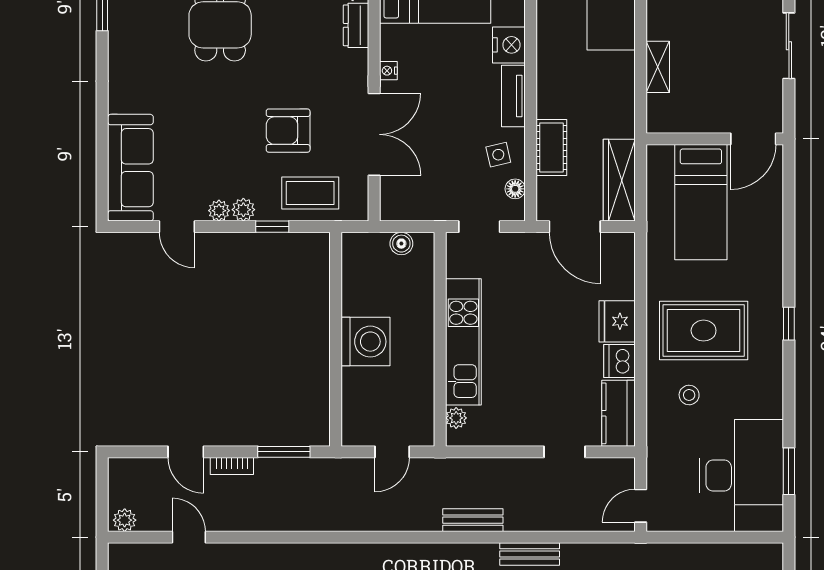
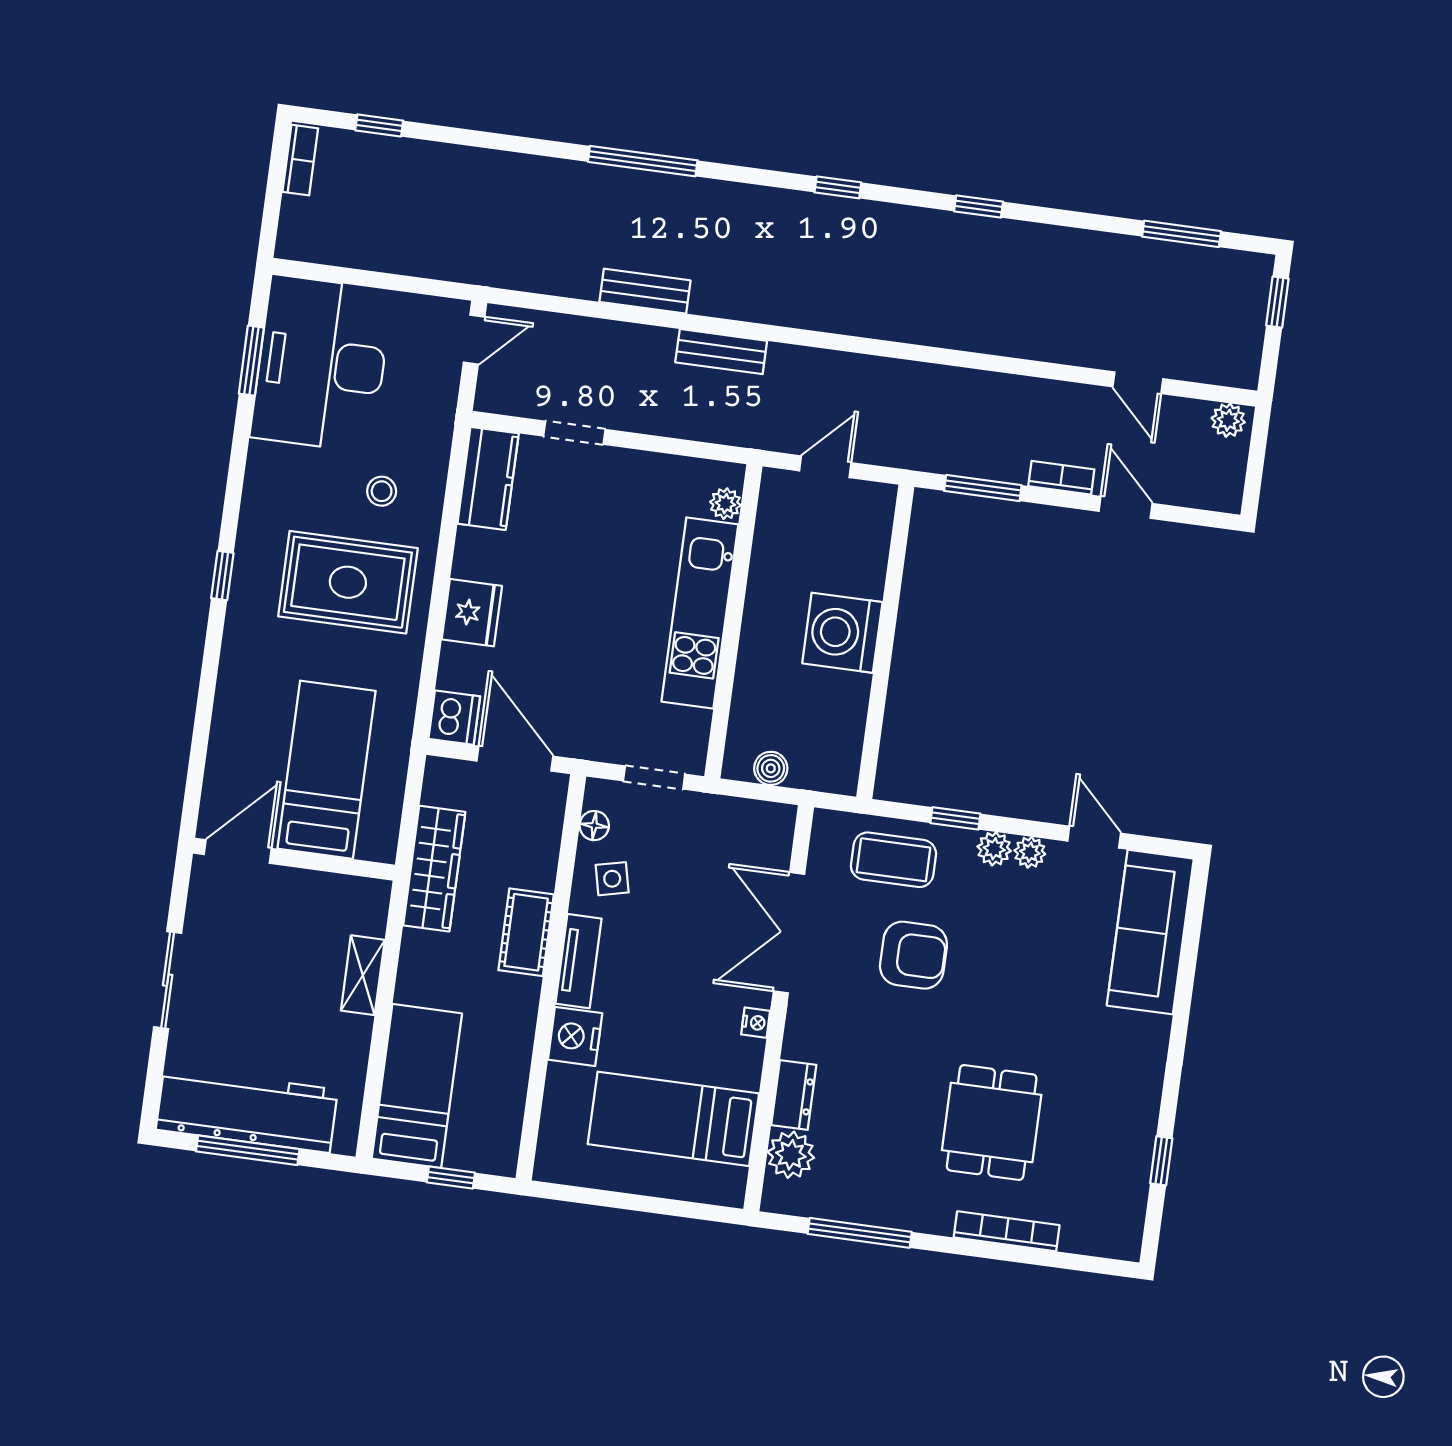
cot: (551, 147) -> (526, 932), moved
wardrobe: (619, 180) -> (434, 869), moved
dishwasher: (619, 361) -> (454, 718), moved

